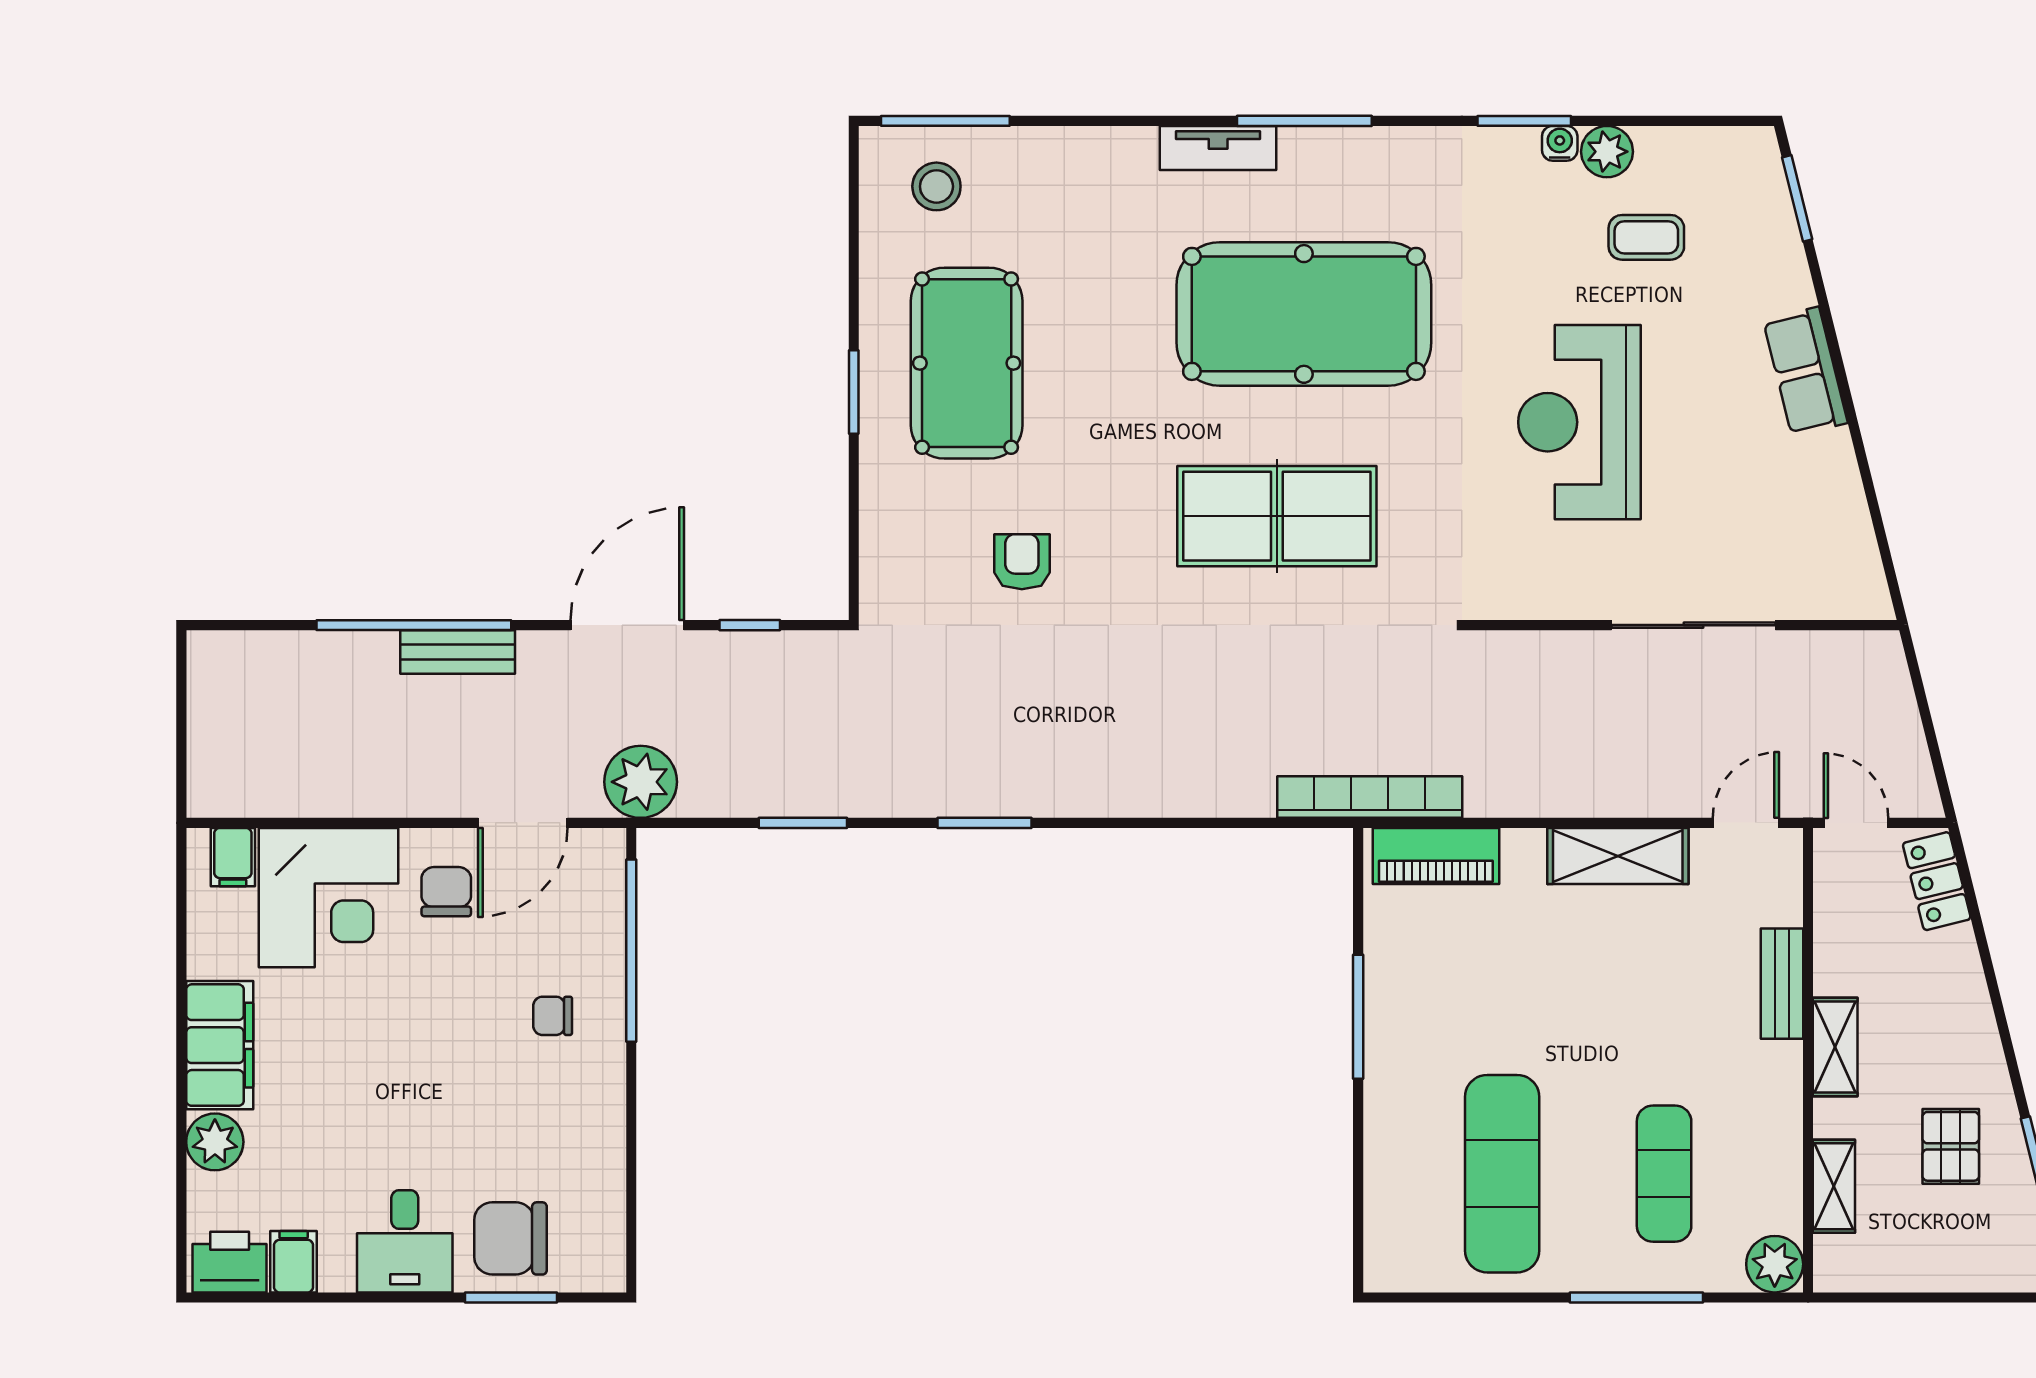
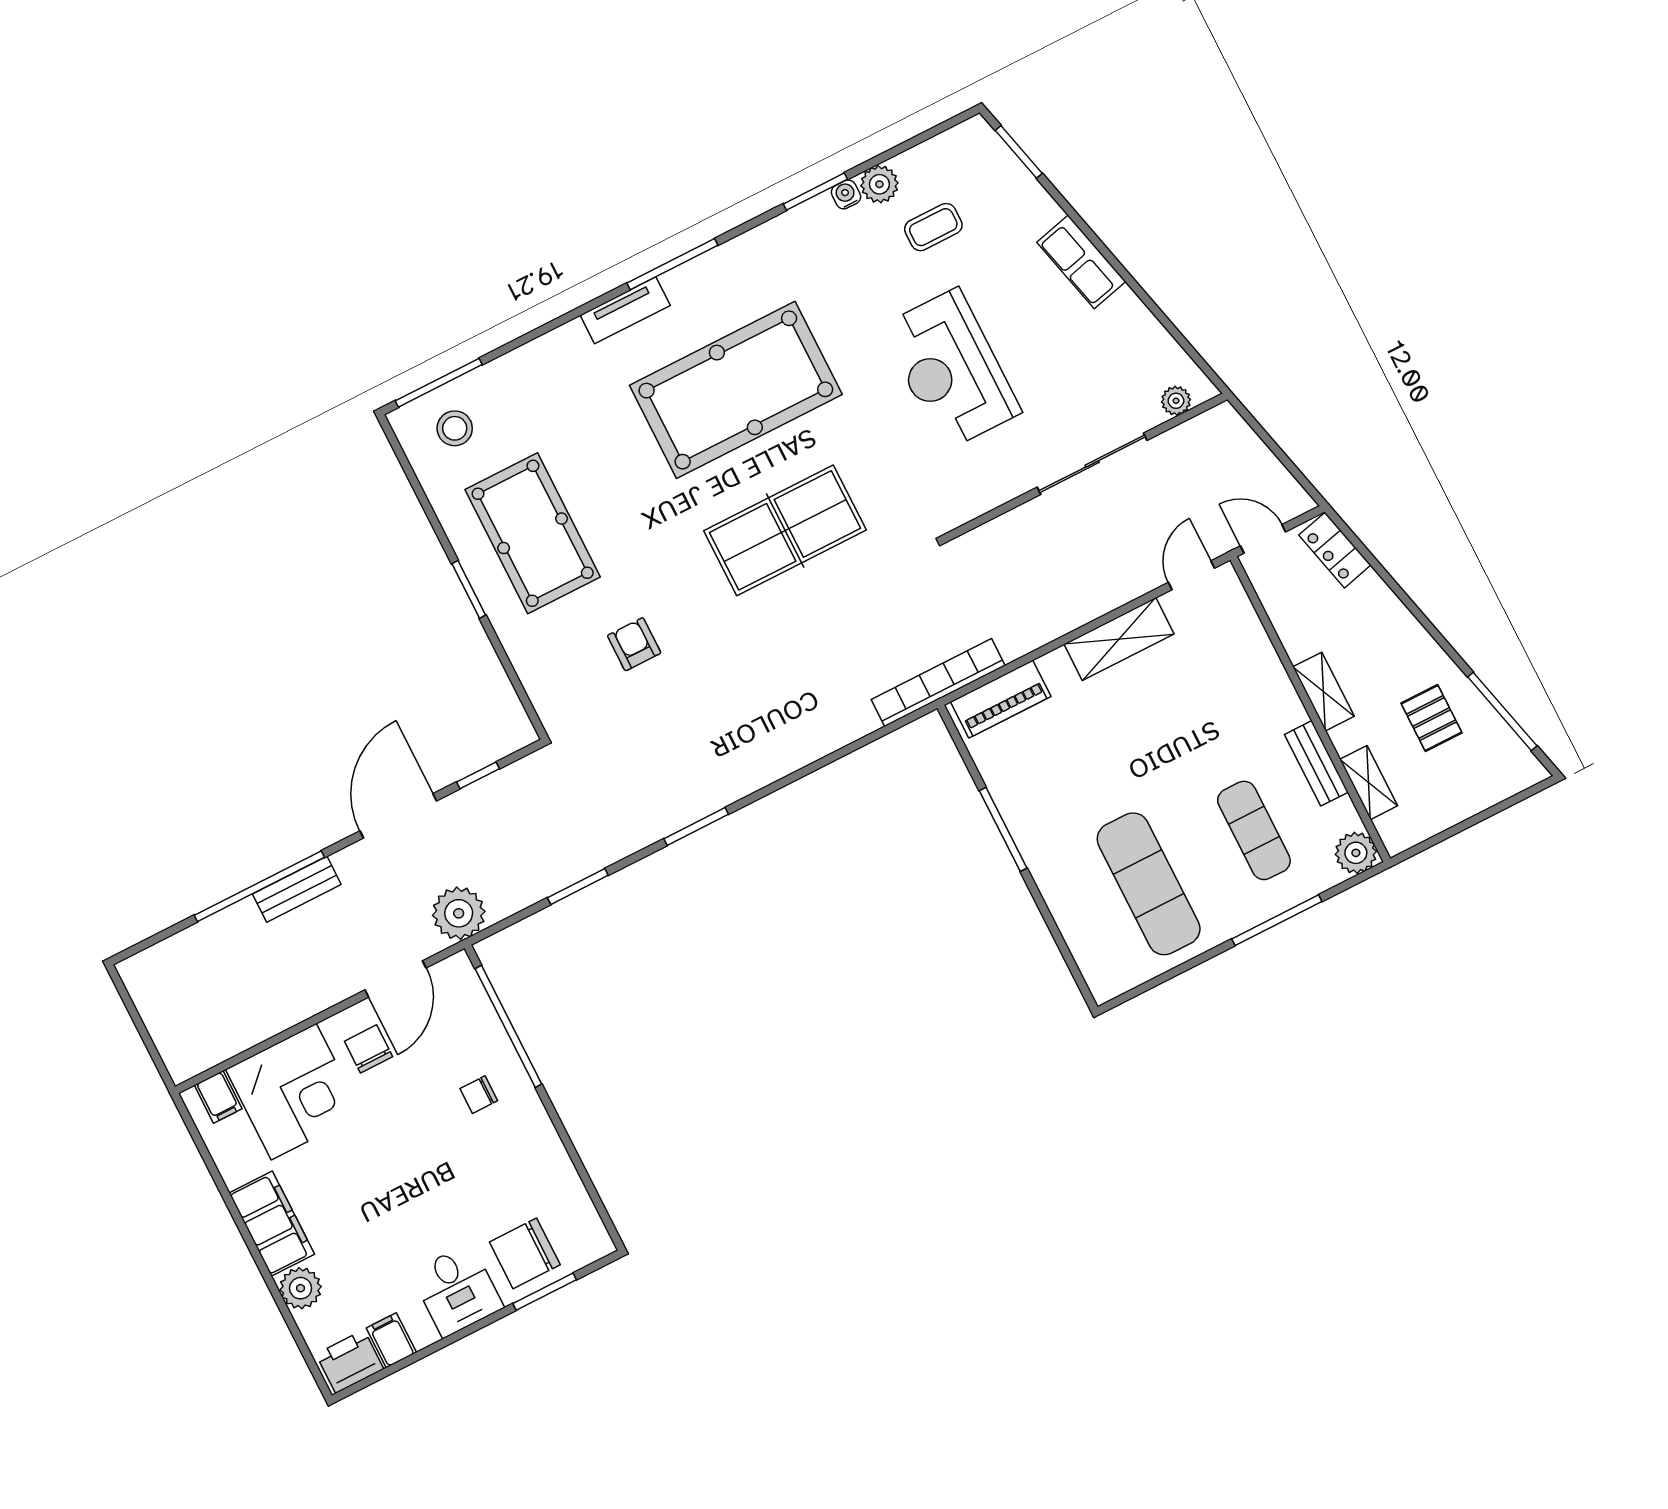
plant: (1835, 600) -> (1176, 401), added
bench: (1782, 984) -> (1316, 763), moved

